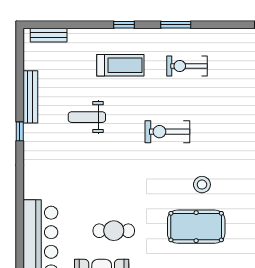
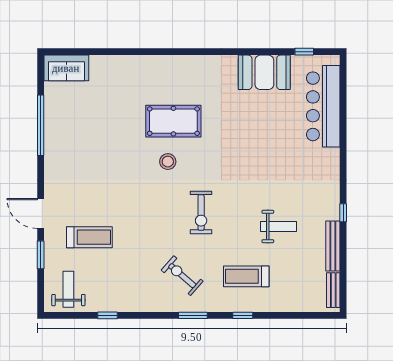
bench: (49, 35) -> (333, 290), moved, turned 90
exercise bike: (187, 66) -> (182, 276), turned -139
exercise bike: (167, 132) -> (201, 212), turned 90
cafe table: (114, 231) -> (253, 117), removed

